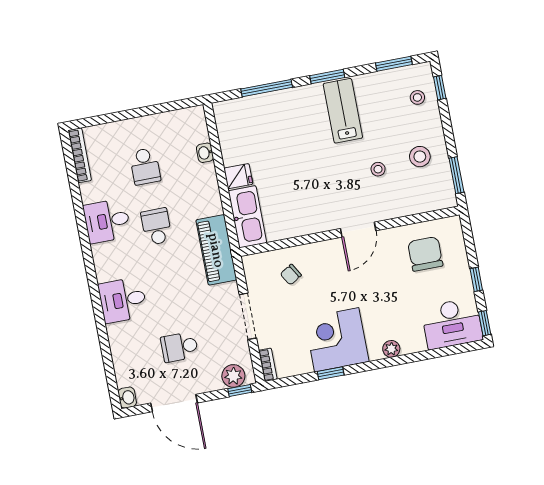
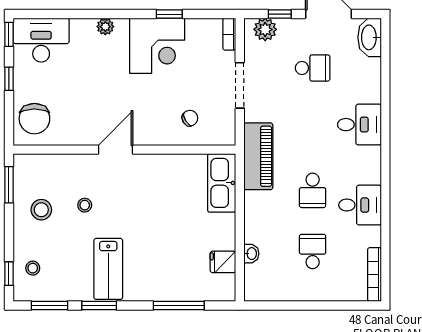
window: (327, 77) -> (99, 305), moved
fridge: (238, 176) -> (223, 262), moved
chair: (425, 254) -> (34, 119), moved
window: (240, 391) -> (280, 14), moved
washbasin: (127, 398) -> (370, 37), width x1.91, depth x1.45

